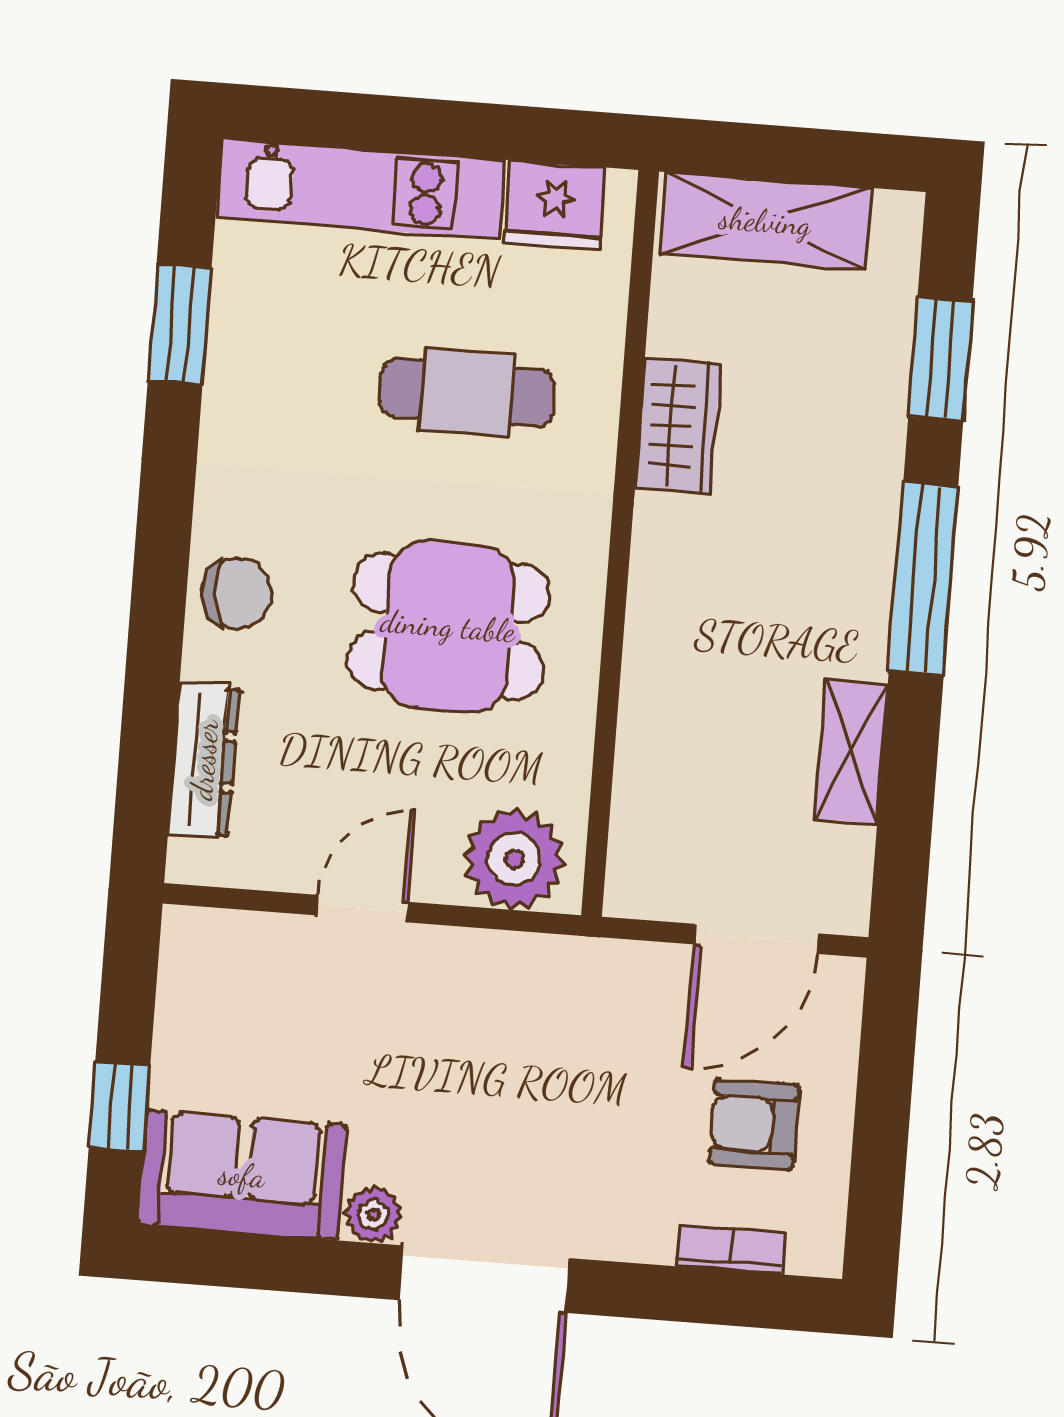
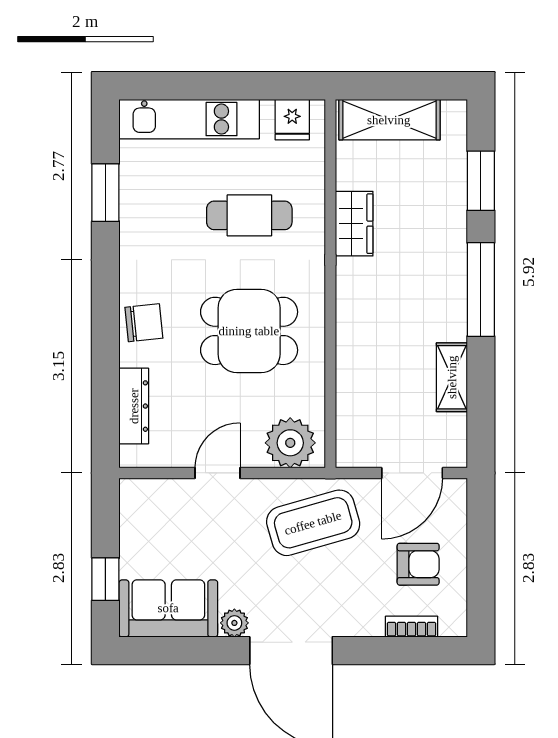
fridge: (555, 205) -> (292, 120), width x0.72
coffee table: (548, 1024) -> (313, 523), added
armchair: (754, 1124) -> (418, 564), turned 180

